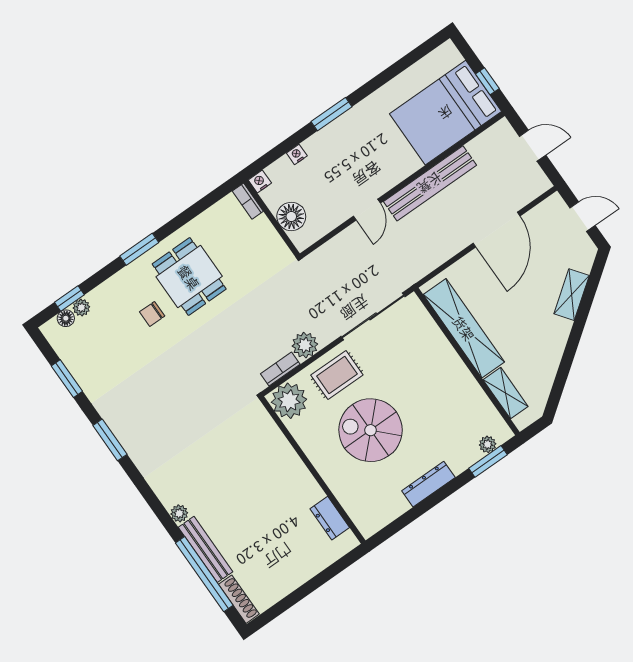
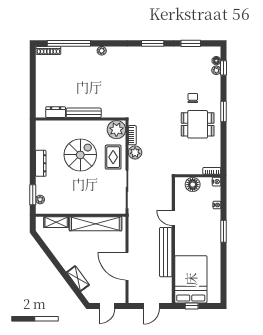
bench: (206, 549) -> (84, 113), moved

